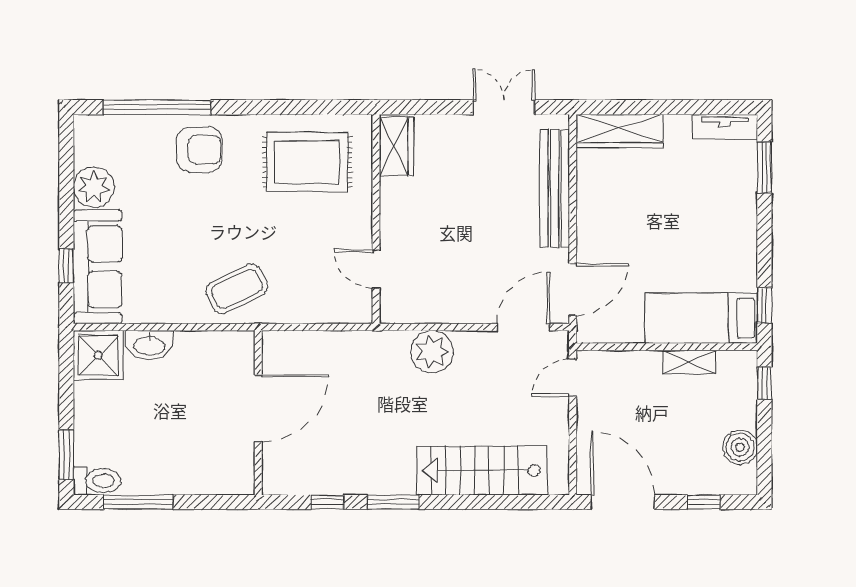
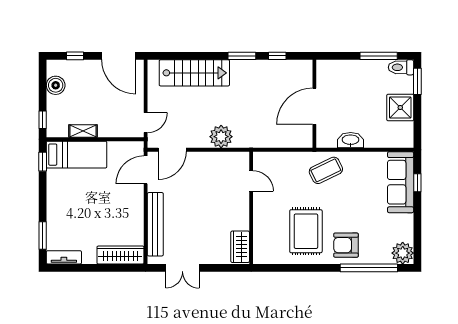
rug: (307, 162) -> (306, 231), moved, turned 90
plant: (94, 187) -> (403, 253), moved
washbasin: (149, 345) -> (351, 140), moved
shower: (98, 355) -> (400, 108), moved

